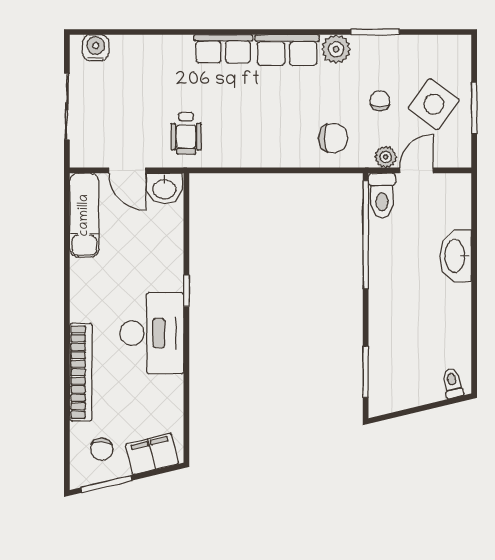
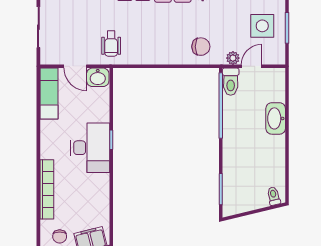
chair: (380, 101) -> (229, 24), removed
side table: (434, 104) -> (262, 26), turned -36
desk: (152, 333) -> (90, 148), moved

